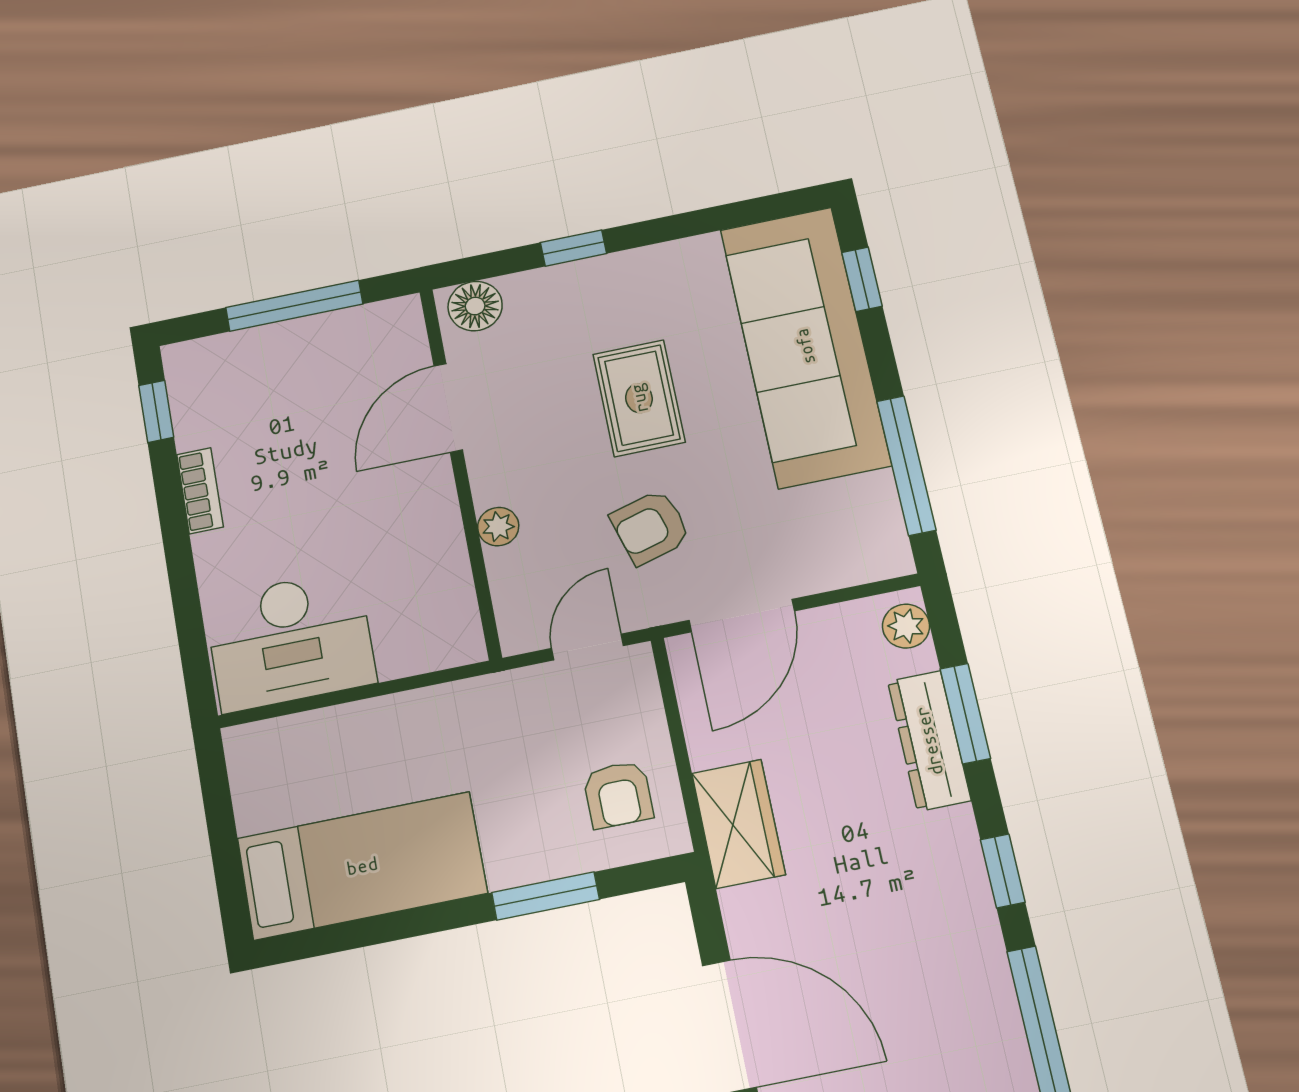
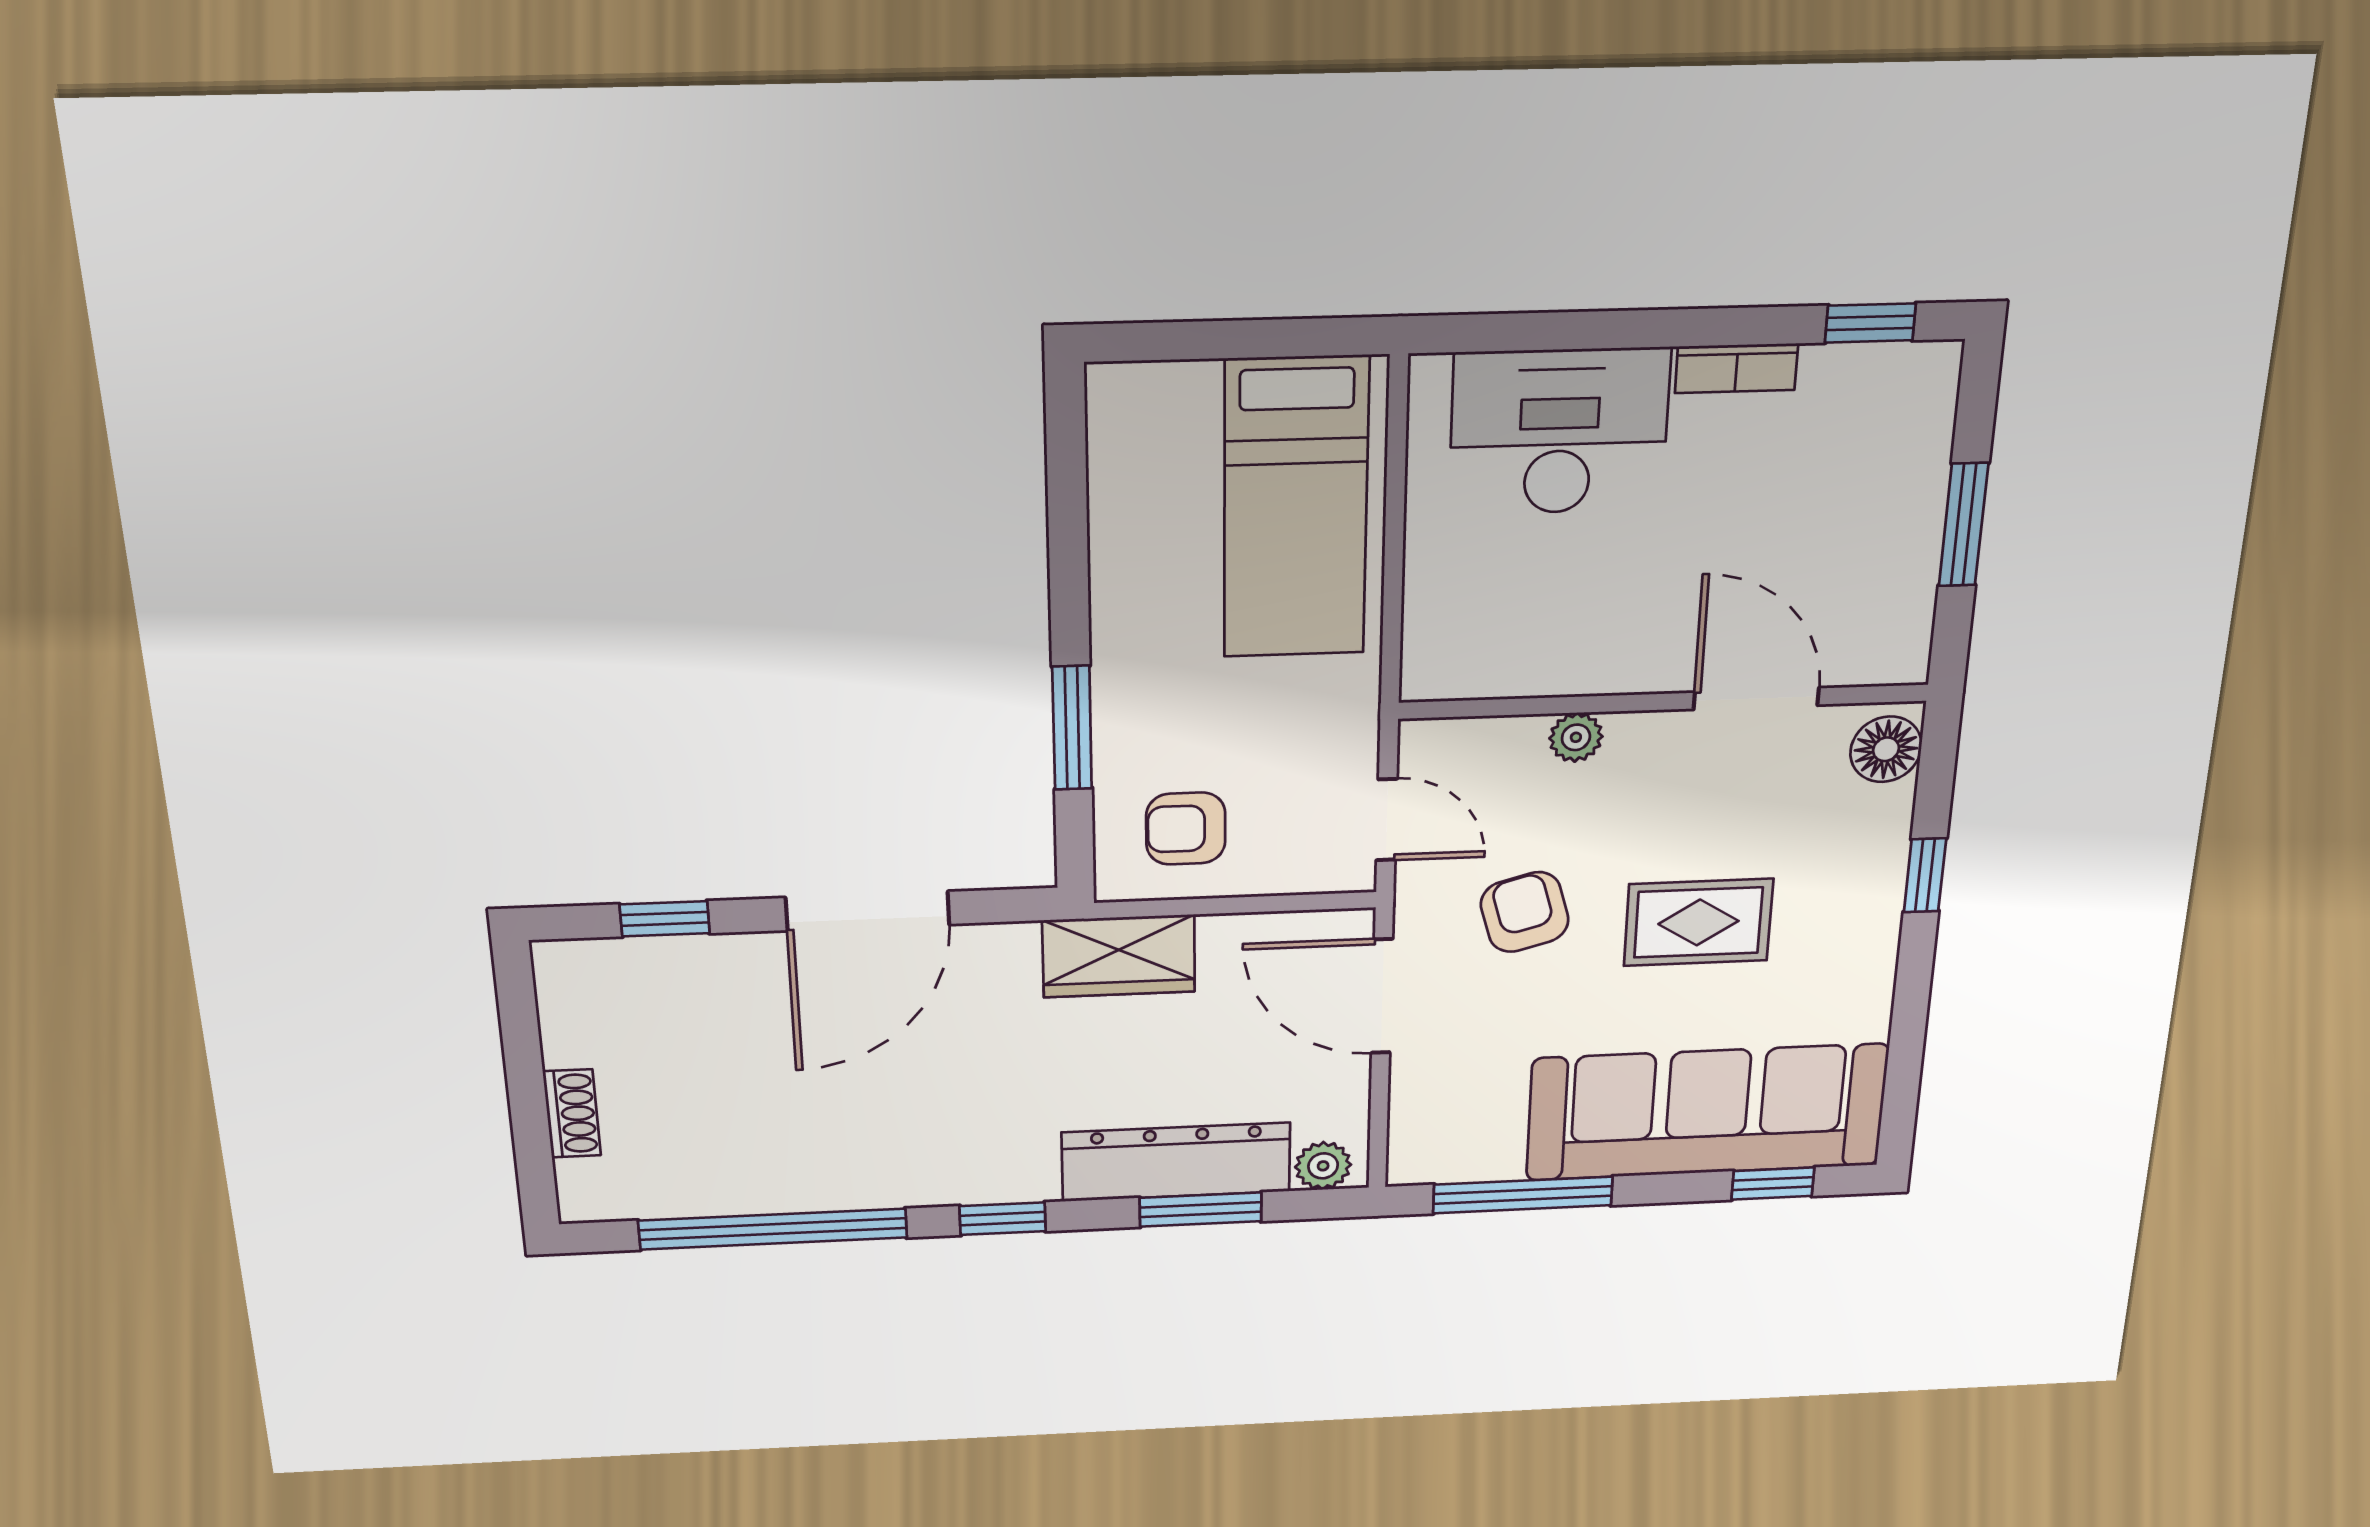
window: (294, 306) -> (1963, 525), width x0.69
desk: (290, 641) -> (1559, 432), moved, turned 90
dresser: (929, 741) -> (1176, 1162), width x1.37, depth x1.24
bed: (362, 866) -> (1296, 508), moved

